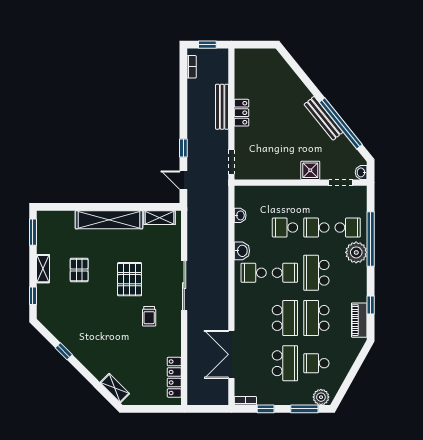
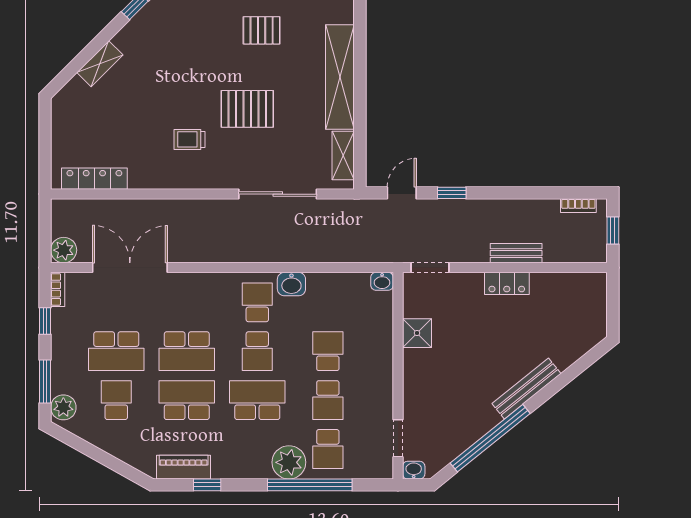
bench: (222, 107) -> (516, 253), width x0.73
bench: (324, 118) -> (526, 389), moved
shower: (310, 170) -> (417, 333), moved
washbasin: (240, 215) -> (382, 281), moved
school desk: (316, 228) -> (328, 400), turned 180
sliding door: (184, 286) -> (278, 194), moved
shelving: (115, 388) -> (100, 64), moved
plant: (220, 397) -> (64, 250), added

